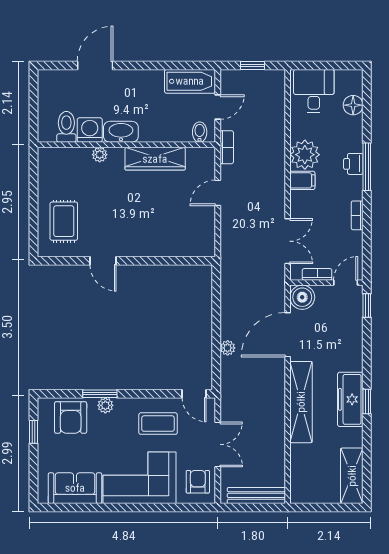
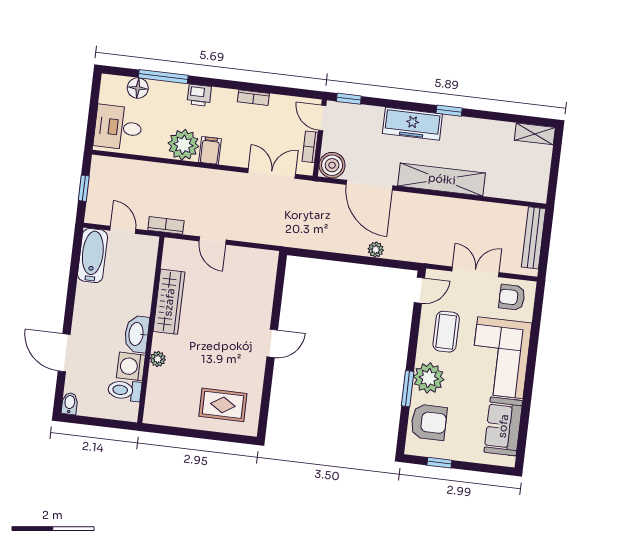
bidet: (200, 132) -> (70, 404), moved, turned 90
window: (367, 167) -> (163, 77), moved
door: (103, 261) -> (272, 343), moved
freezer: (350, 399) -> (412, 124), moved
plant: (105, 405) -> (429, 378), width x1.87, depth x1.87
shelving: (352, 476) -> (535, 134), width x0.67, depth x0.75

